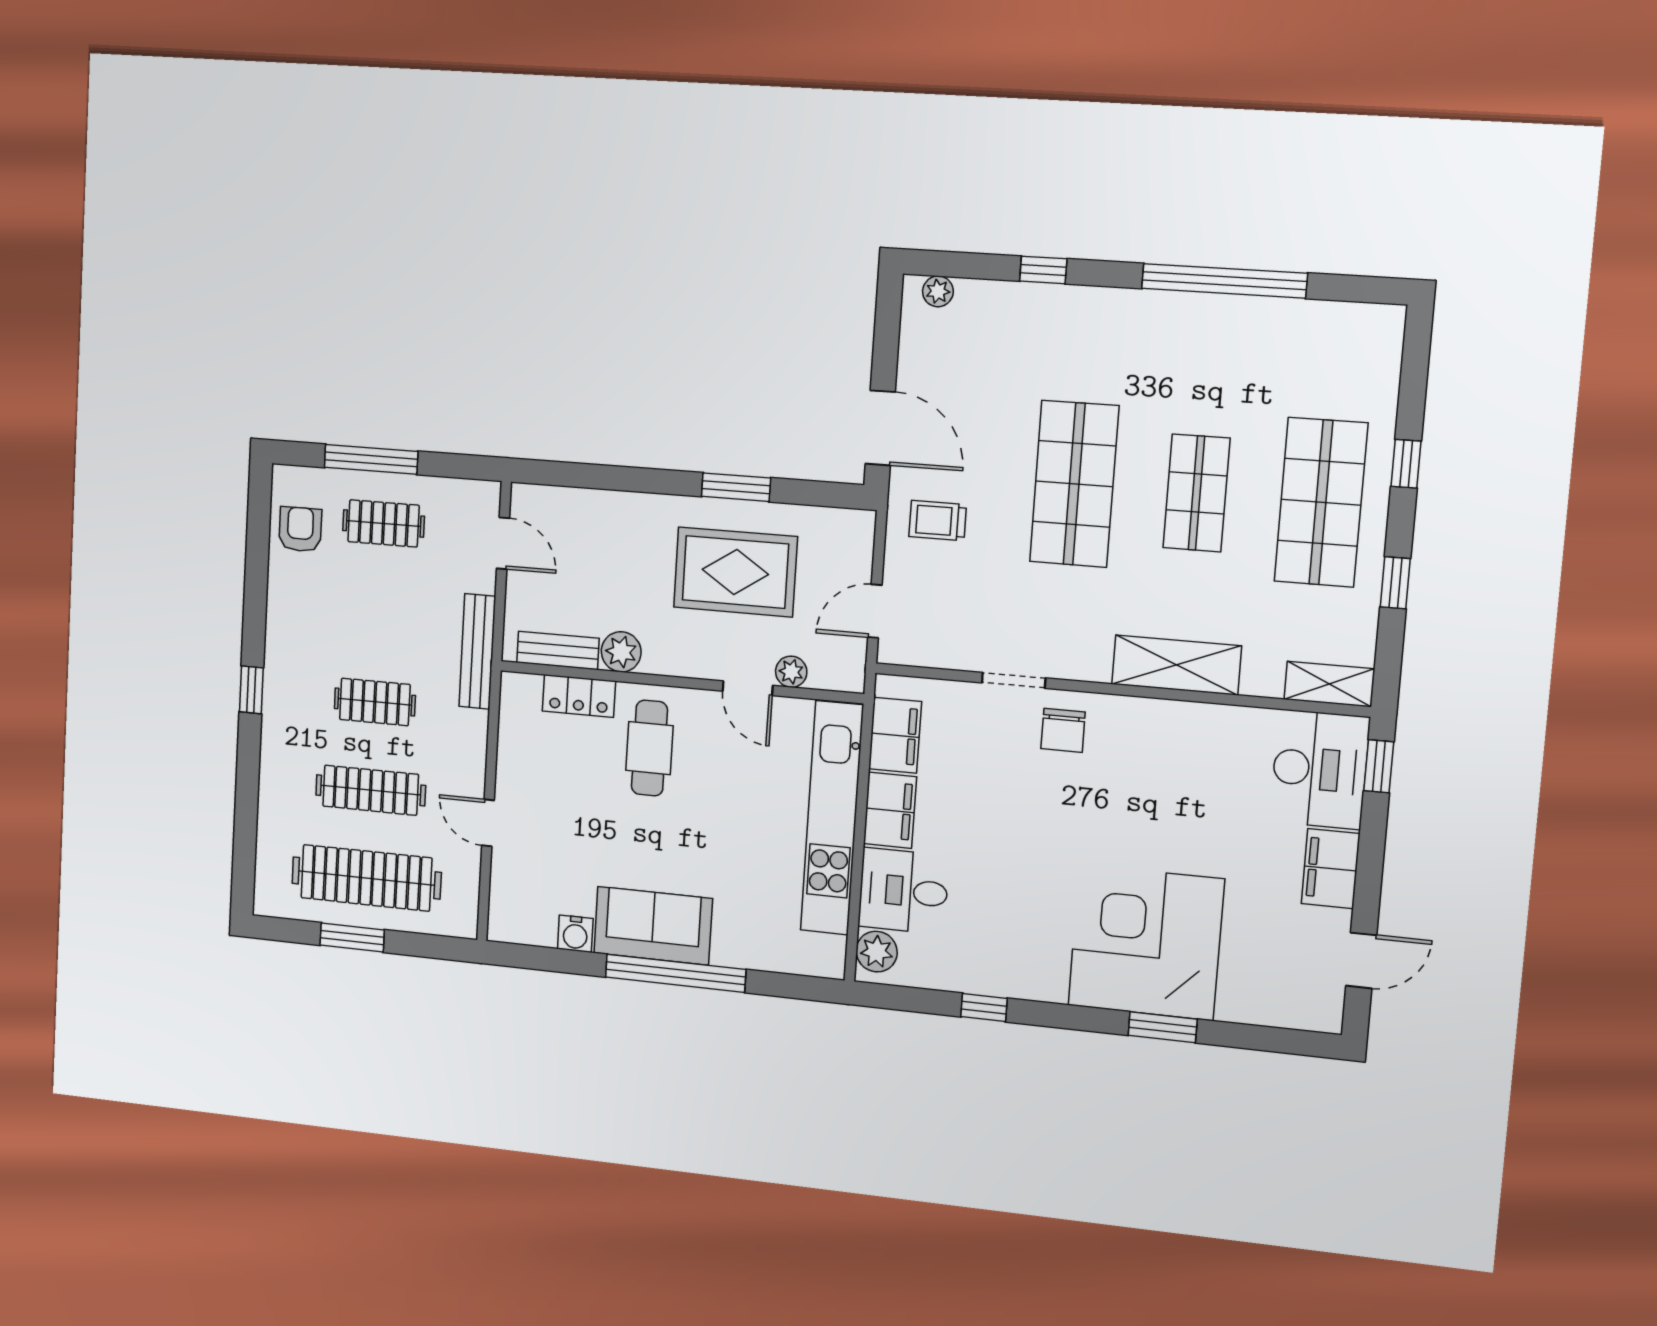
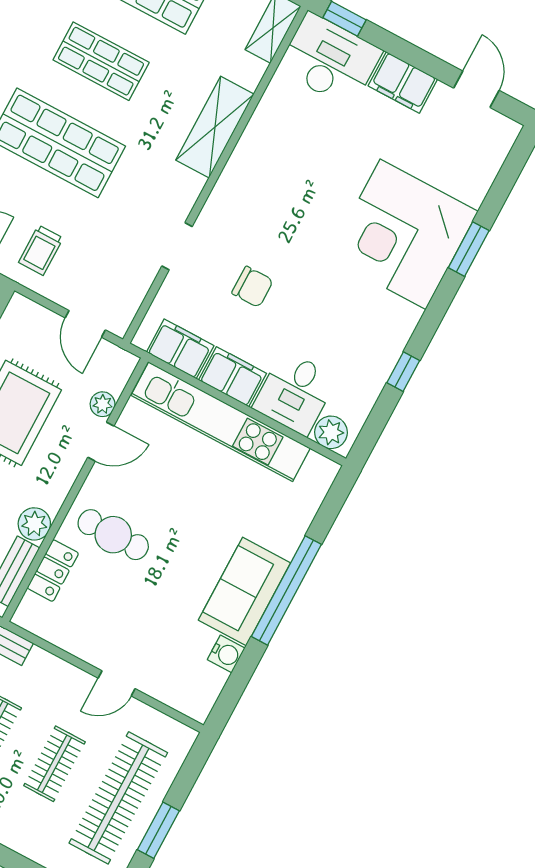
chair: (1063, 730) -> (253, 287), moved
clothes rail: (371, 790) -> (55, 764), width x0.73

